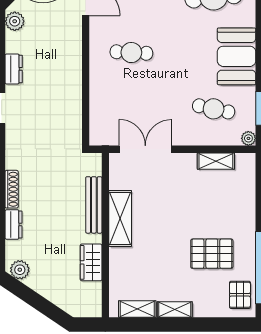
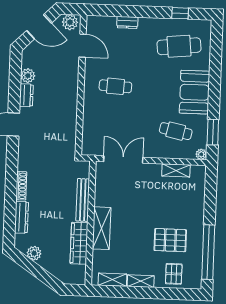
plant: (15, 21) -> (28, 76), moved
shelving: (120, 218) -> (102, 228), moved
dresser: (13, 224) -> (21, 217), width x1.44
wardrobe: (91, 262) -> (79, 243), width x1.50
plant: (20, 270) -> (34, 253), moved
pallet: (240, 295) -> (174, 274), moved

